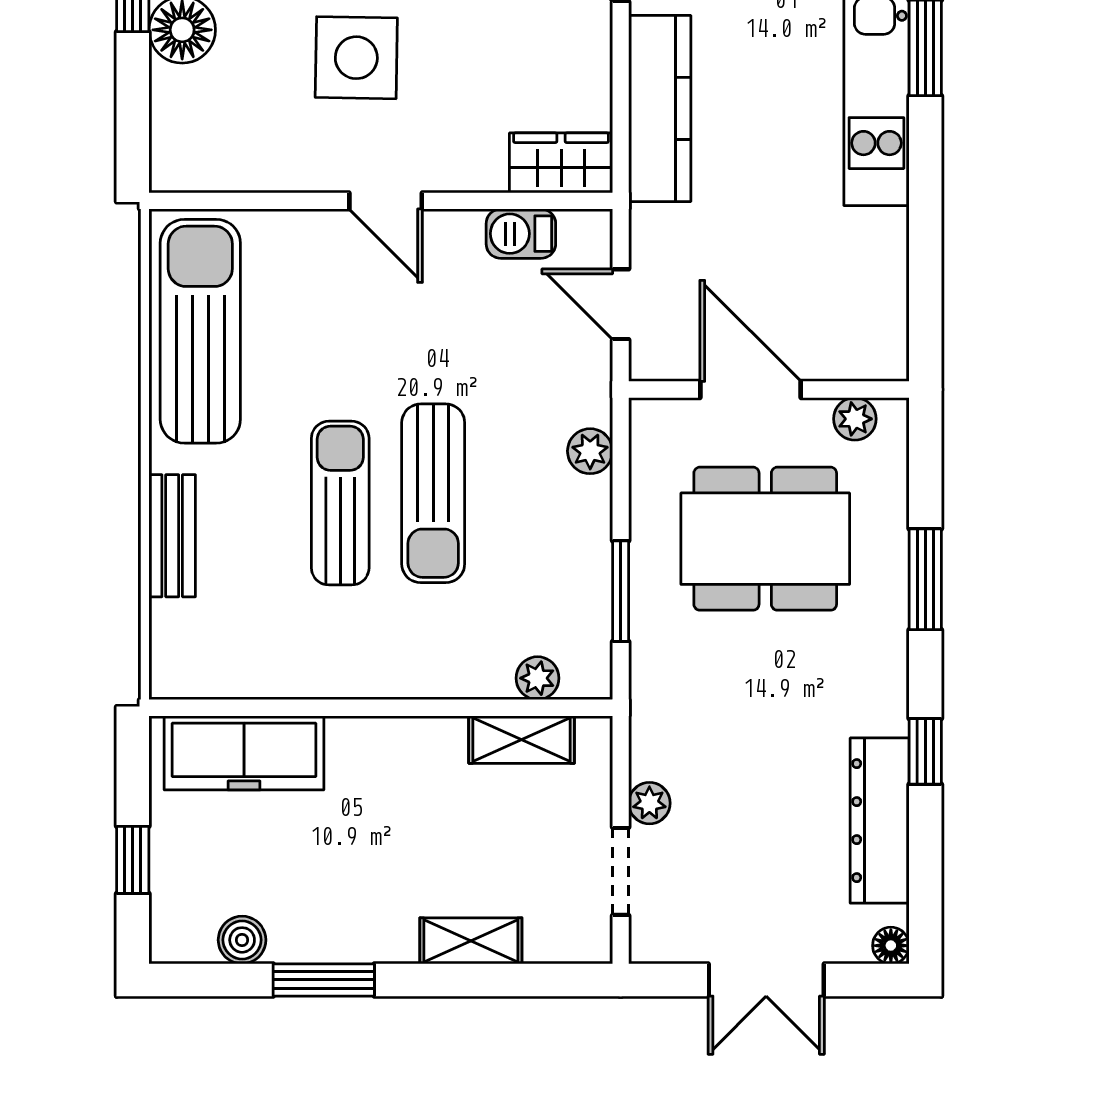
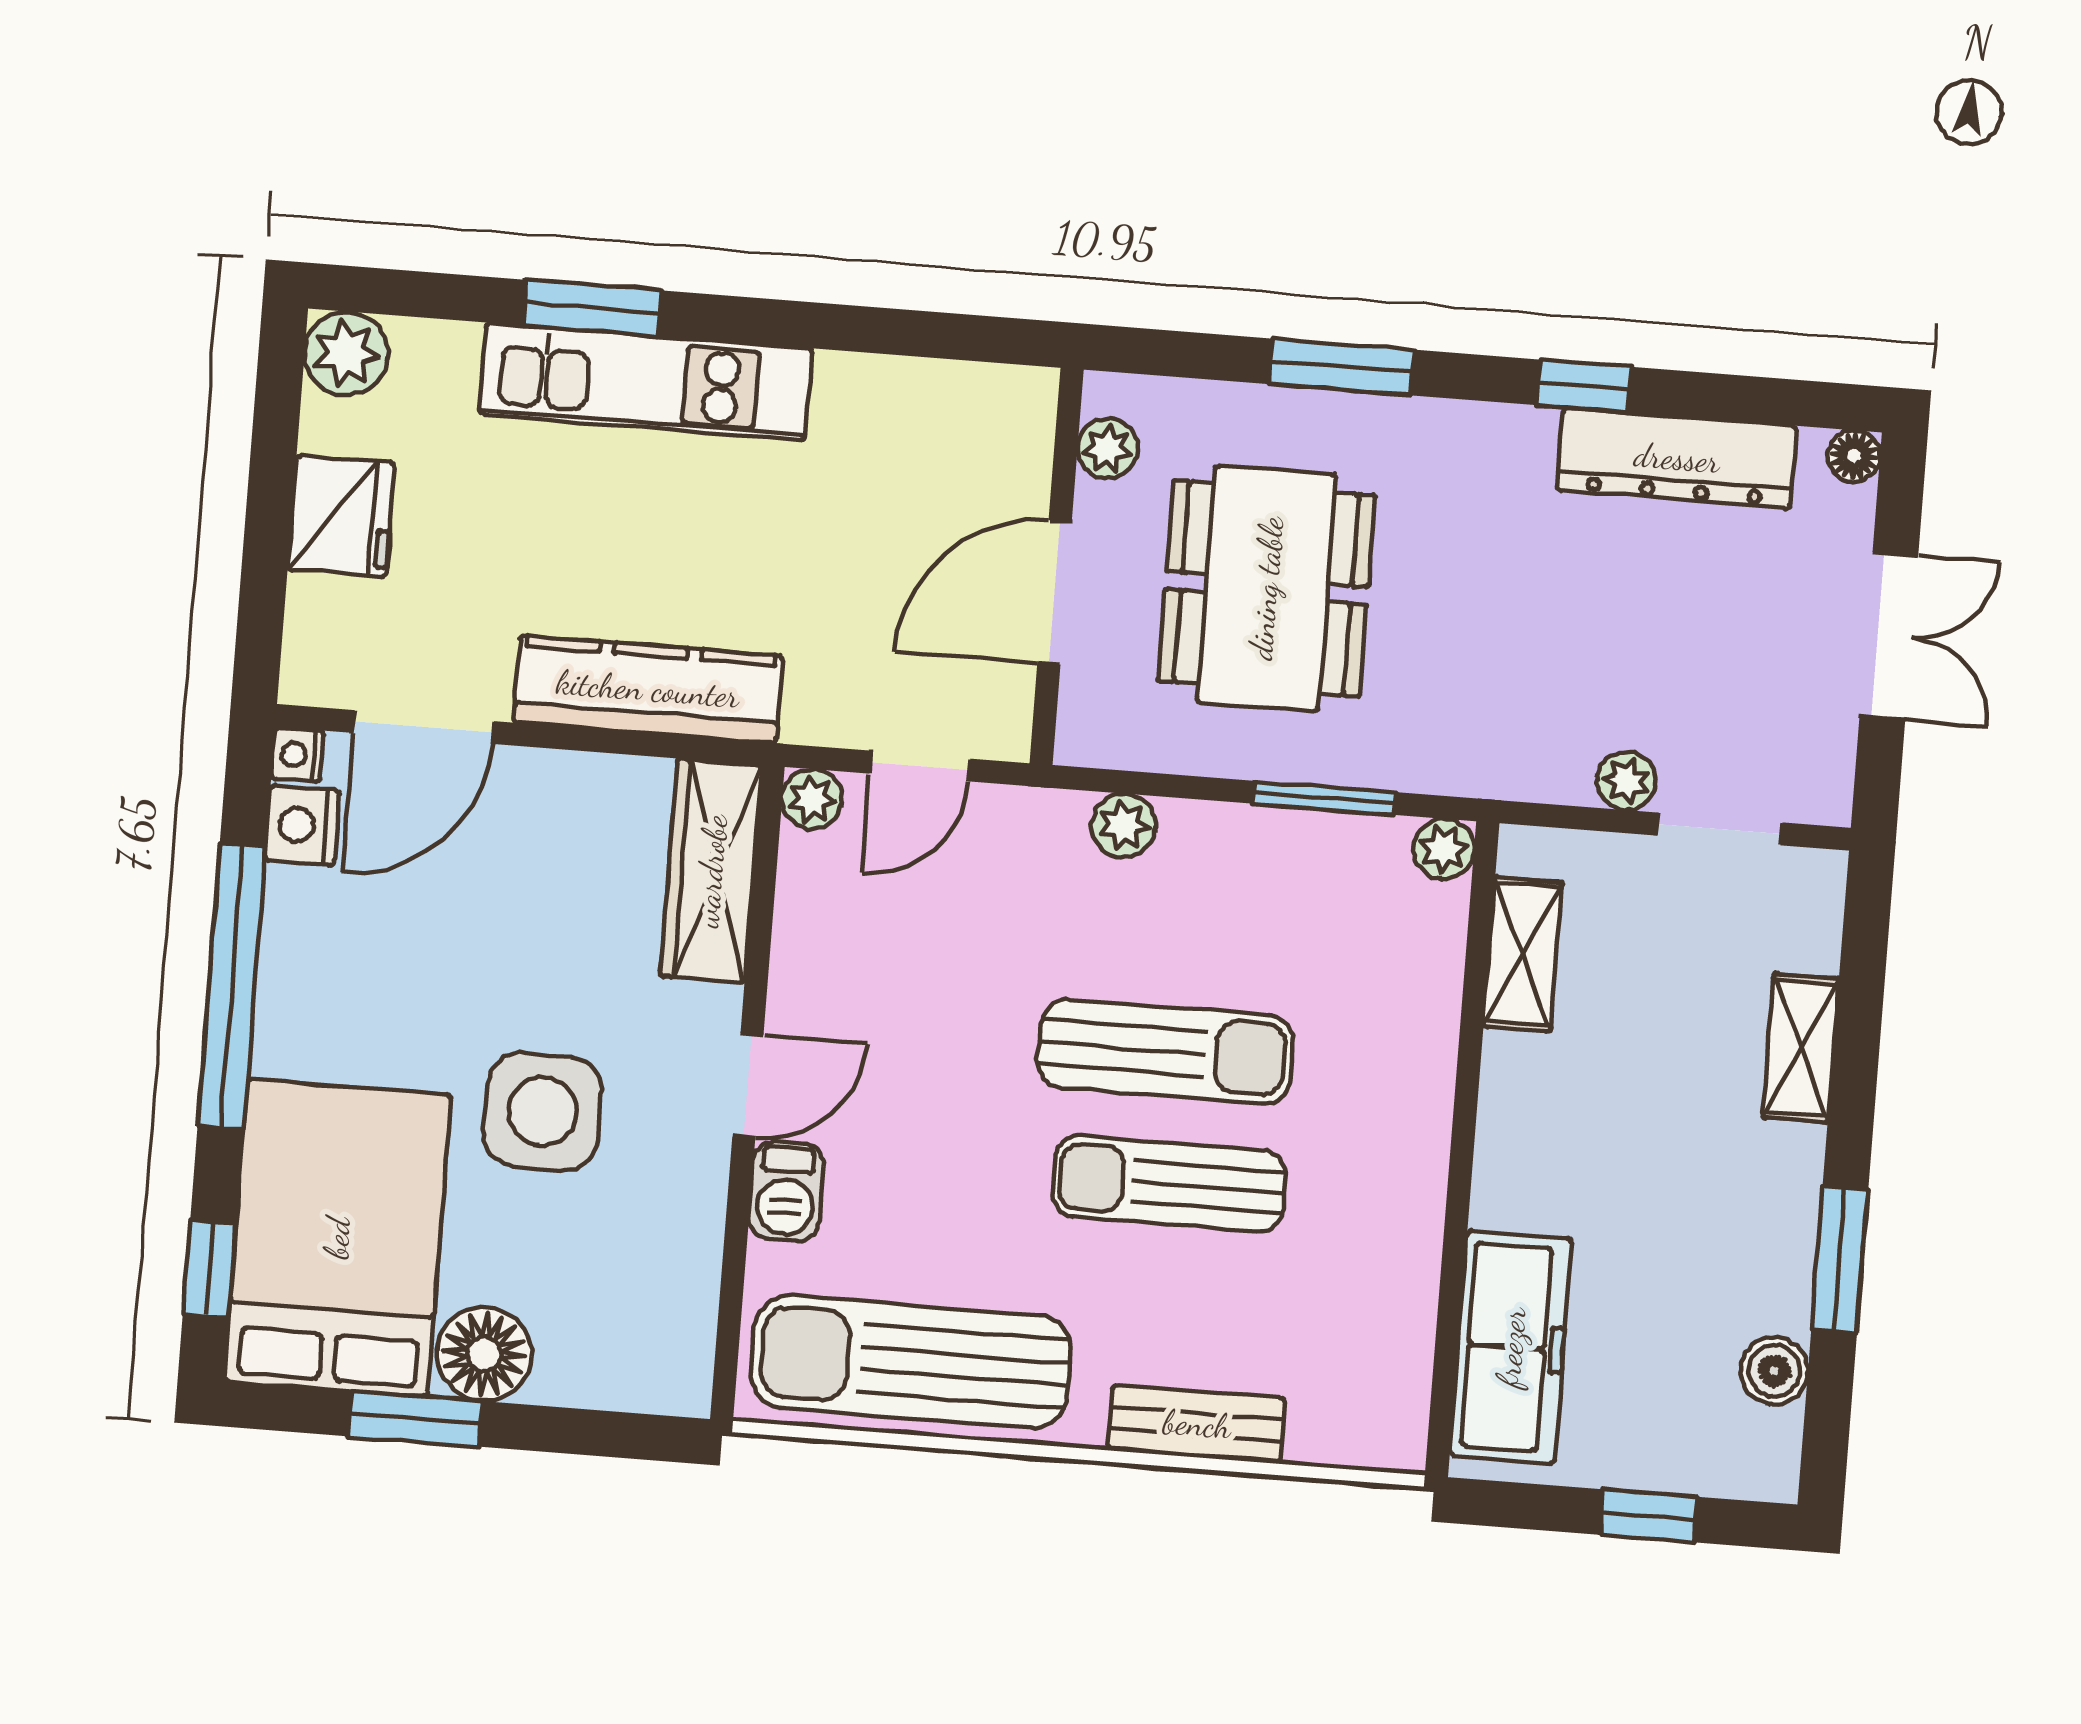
wardrobe: (561, 163) -> (711, 871), width x1.50
plant: (591, 230) -> (812, 799), added
barbecue: (521, 234) -> (786, 1191), moved
plant: (538, 678) -> (1444, 849), moved

